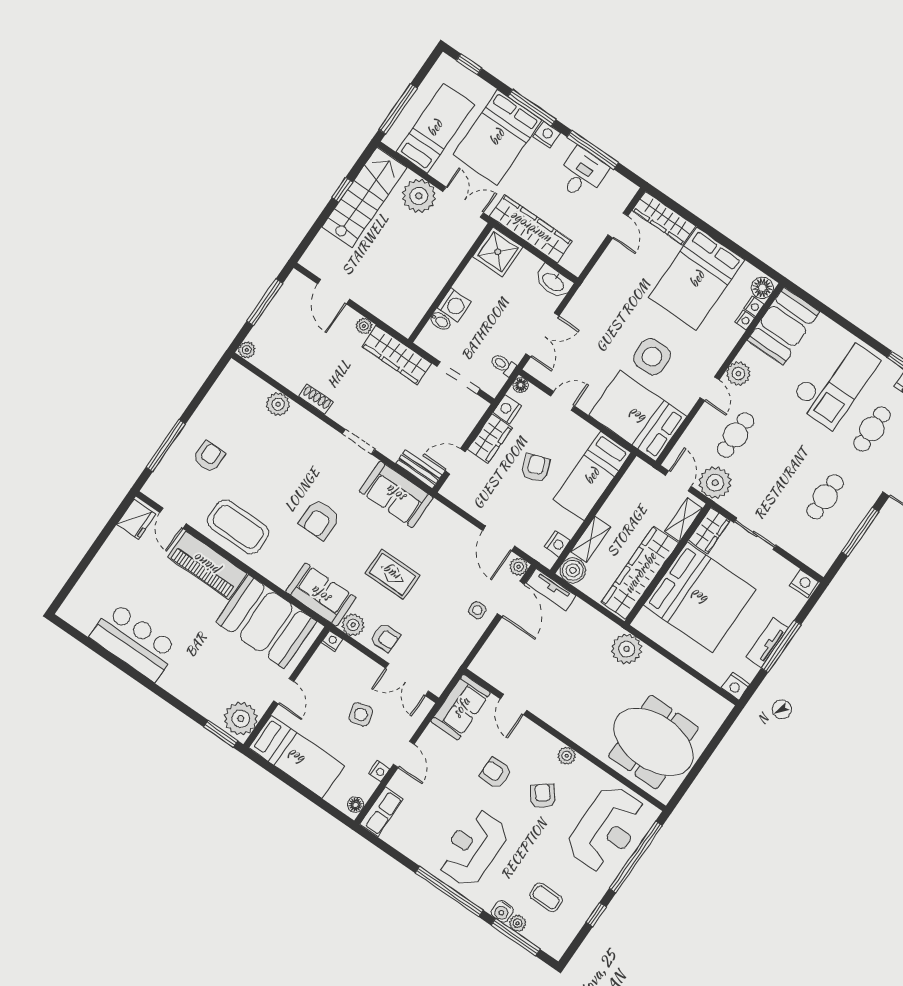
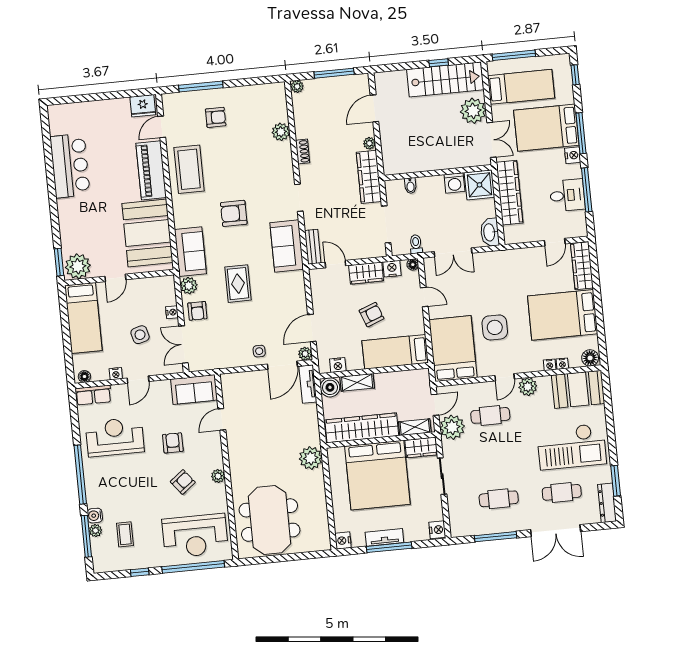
washing machine: (454, 305) -> (454, 183), moved
nightstand: (754, 306) -> (550, 365), moved
nightstand: (332, 641) -> (172, 312), moved
reception desk: (473, 848) -> (115, 437), moved

